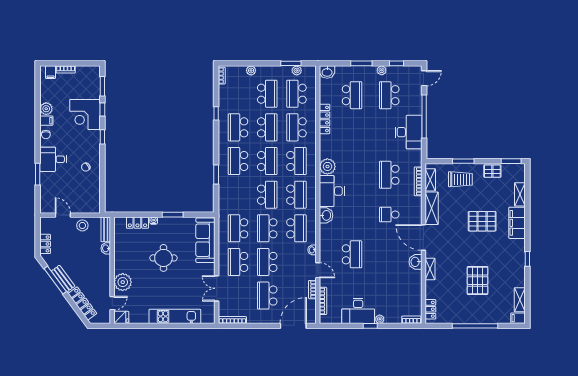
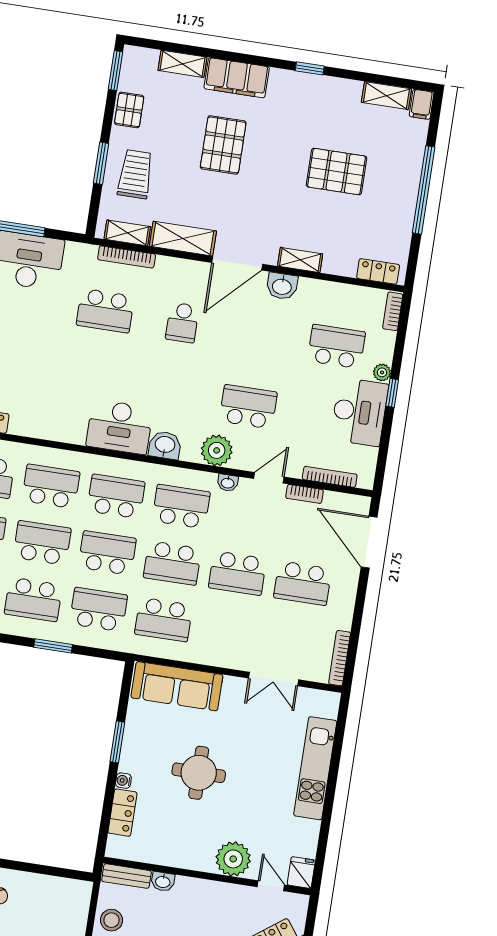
plant: (327, 166) -> (217, 450), moved
school desk: (238, 262) -> (98, 609), moved, turned 180
school desk: (389, 294) -> (336, 346), added

